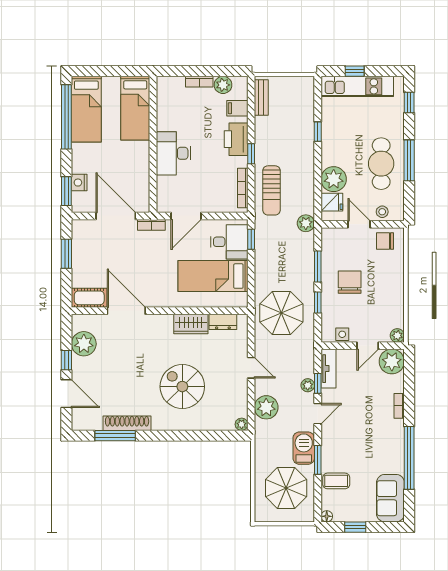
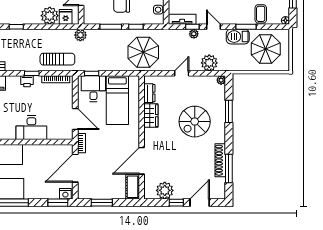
printer: (236, 139) -> (27, 81), width x0.53, depth x0.68
nightstand: (79, 183) -> (65, 194), moved
window: (197, 436) -> (229, 111), added

